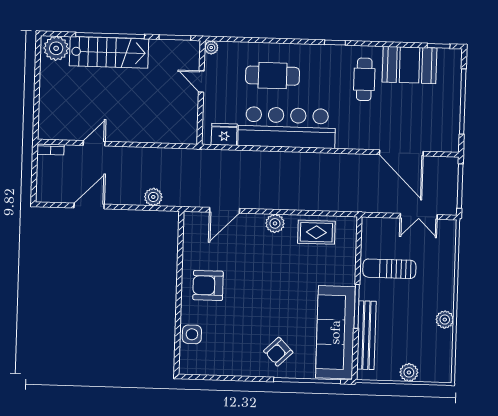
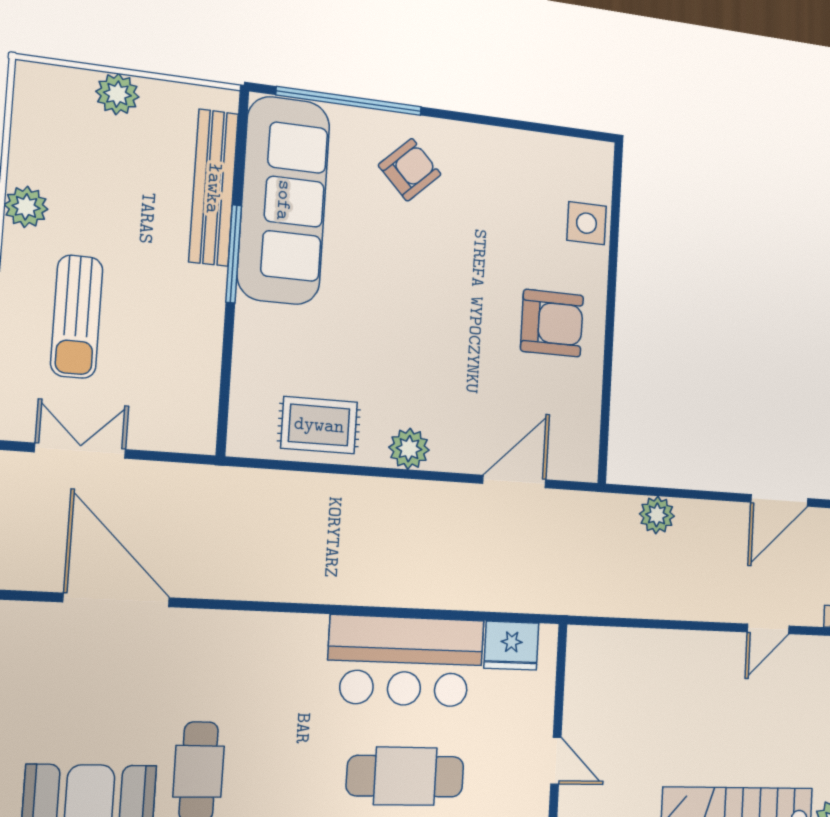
bar counter: (287, 128) -> (406, 661), width x0.73
sun lounger: (389, 269) -> (77, 317), moved, turned 90

